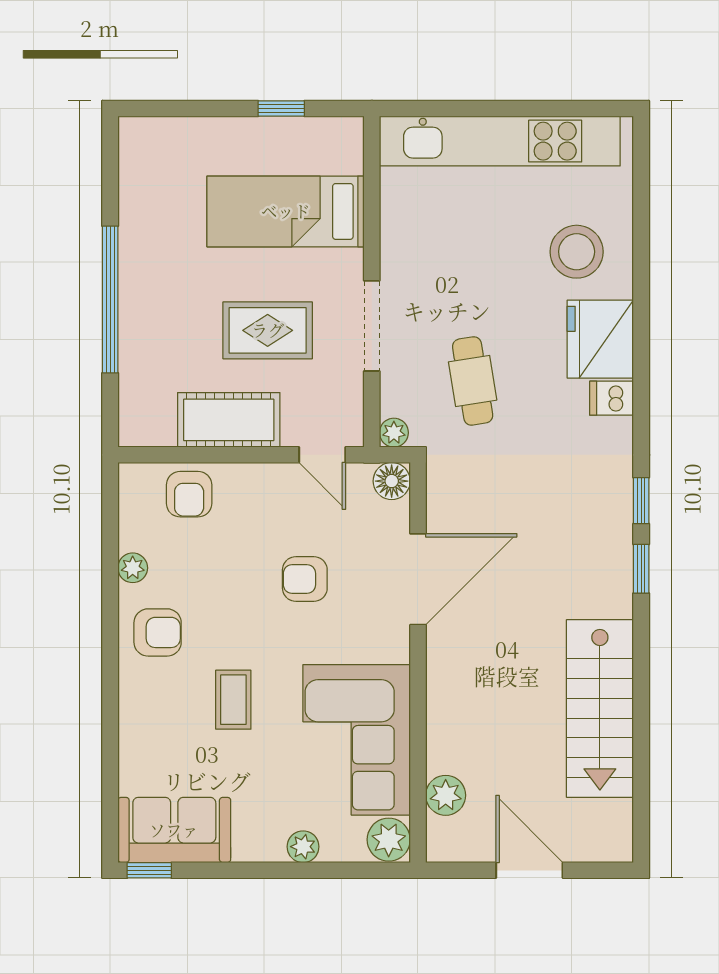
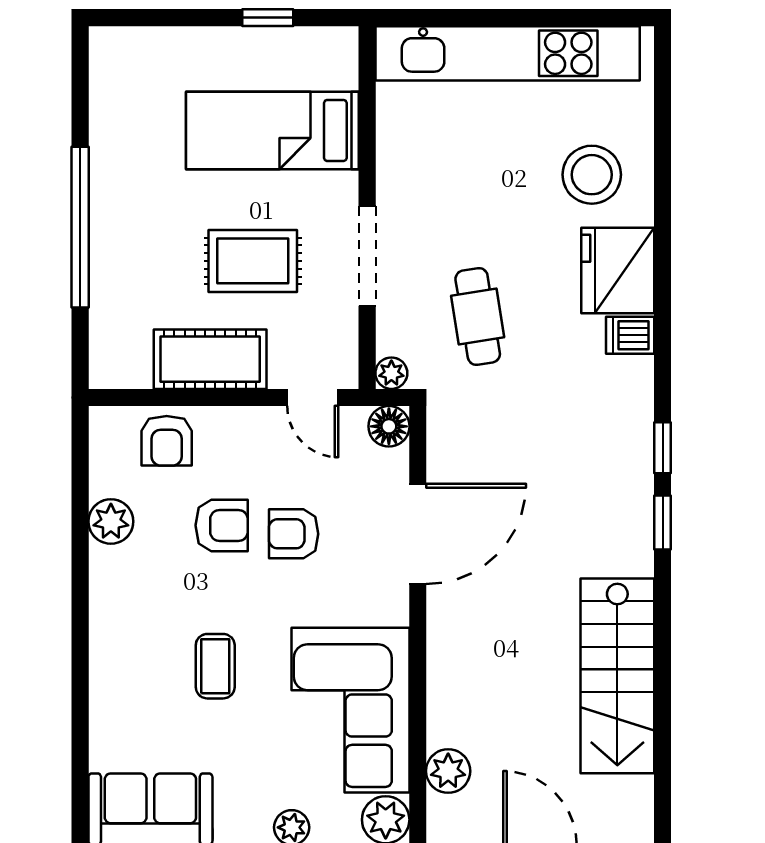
plant: (133, 568) -> (111, 521), width x1.38, depth x1.38
armchair: (158, 632) -> (222, 525), moved

